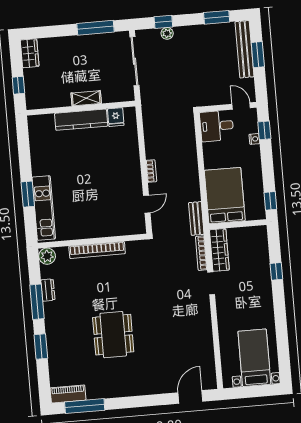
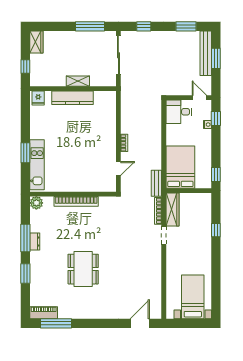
plant: (167, 33) -> (146, 36), removed
fridge: (116, 117) -> (38, 98), moved
dresser: (48, 290) -> (35, 242), moved

